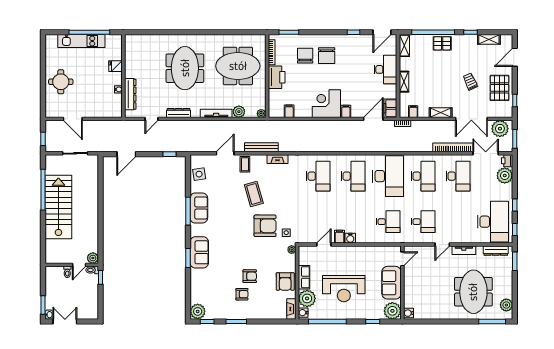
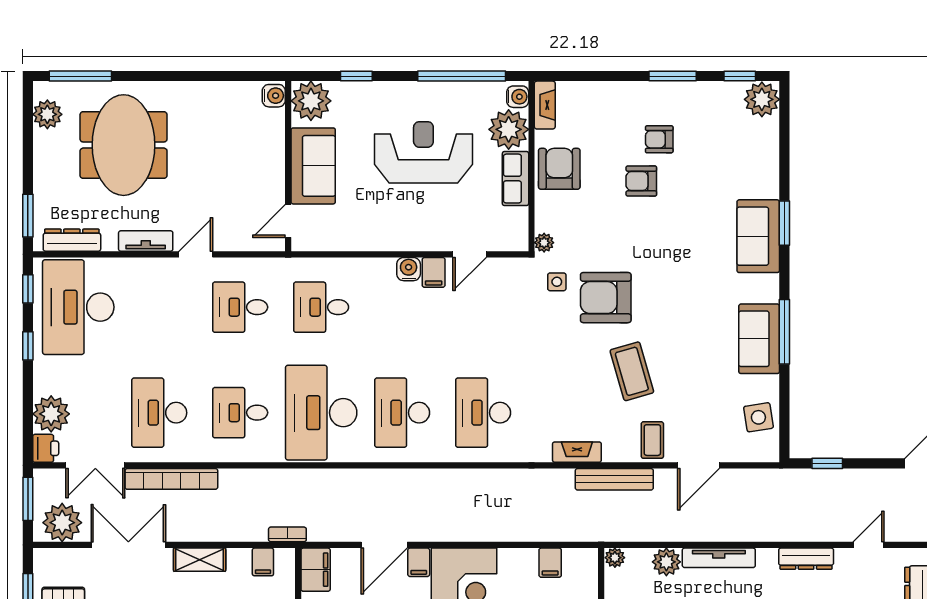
door: (373, 119) -> (384, 545), moved
desk: (423, 176) -> (240, 413), width x0.73

